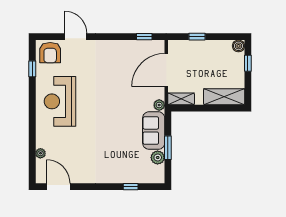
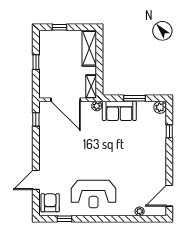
window: (197, 37) -> (36, 62), moved
boiler: (239, 46) -> (44, 35), removed
armchair: (50, 53) -> (50, 203), turned -90
plant: (158, 158) -> (160, 107), moved

